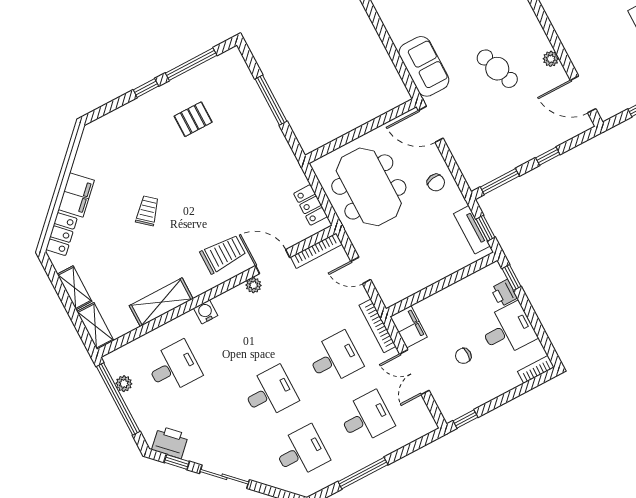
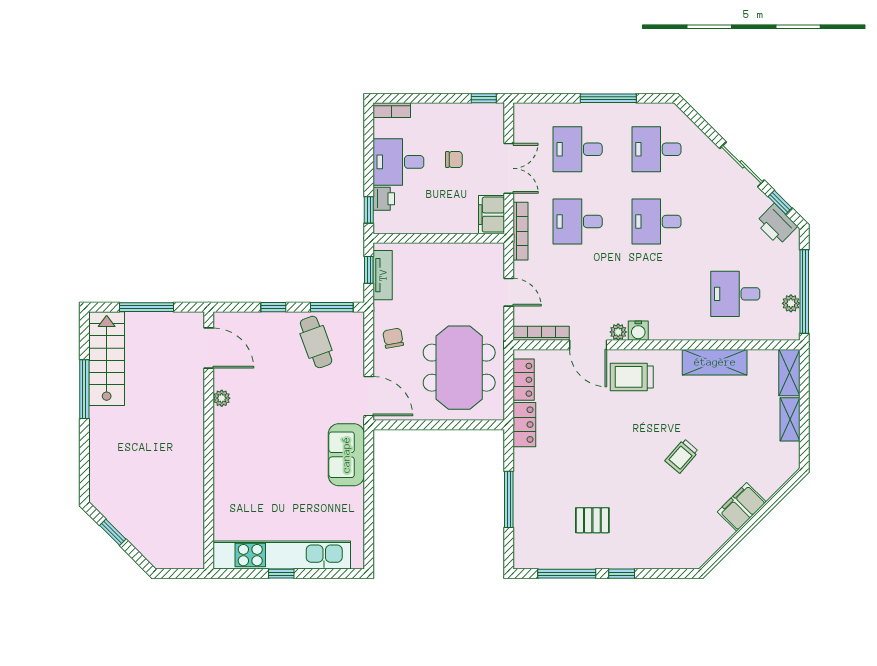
cafe table: (497, 69) -> (316, 342), moved
locker: (61, 234) -> (524, 425), moved, turned 135
water cooler: (206, 312) -> (638, 331), moved

